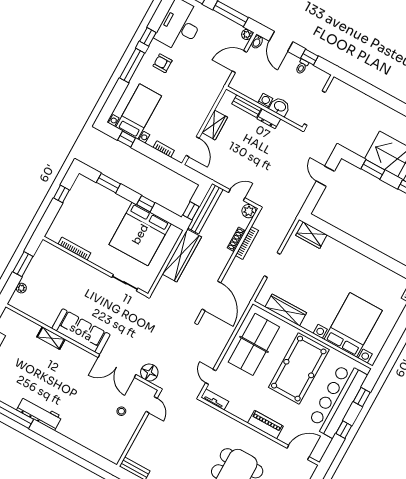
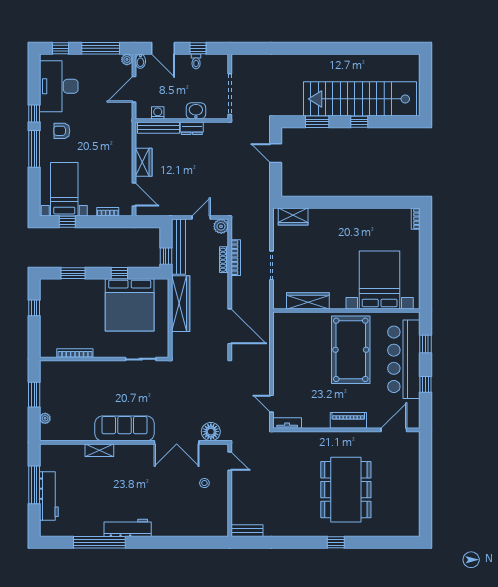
washing machine: (265, 101) -> (158, 113), moved
bench: (247, 106) -> (159, 128), width x1.36
table tennis table: (254, 344) -> (296, 350), removed

